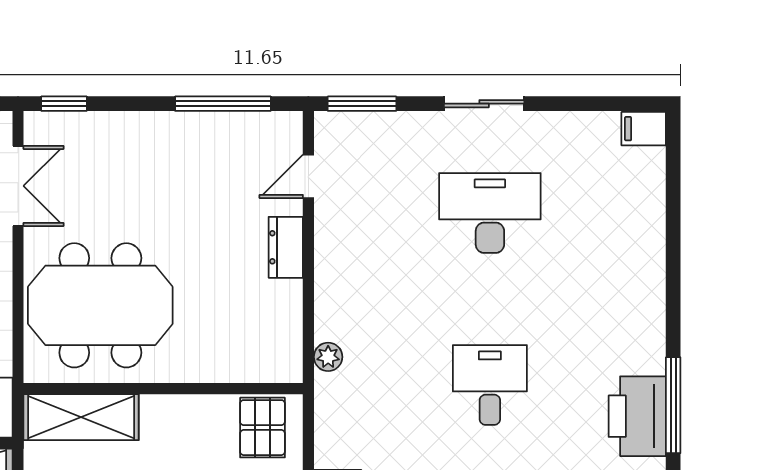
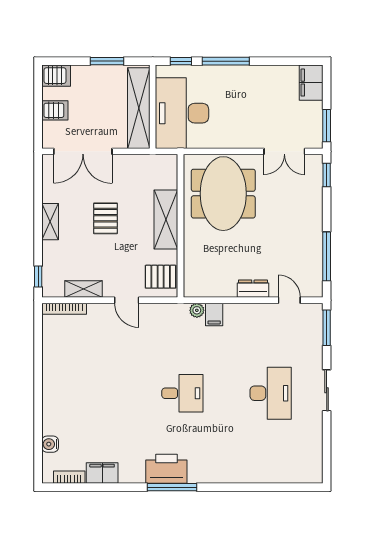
filing cabinet: (644, 129) -> (214, 314), moved, turned 180
shelving: (81, 417) -> (166, 219), moved

